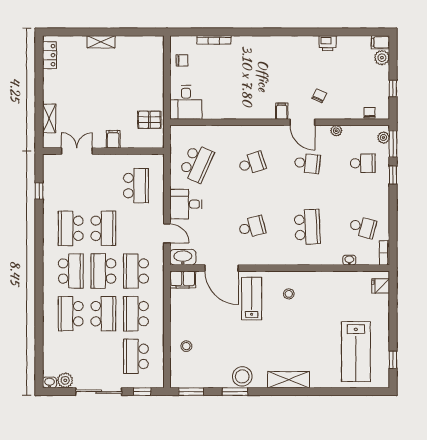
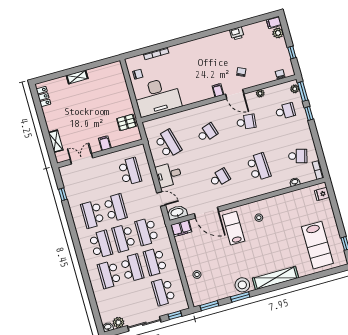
desk: (186, 102) -> (157, 97), width x1.87, depth x1.30
school desk: (196, 163) -> (168, 144), turned -39
shelving: (289, 380) -> (276, 278), width x1.47

